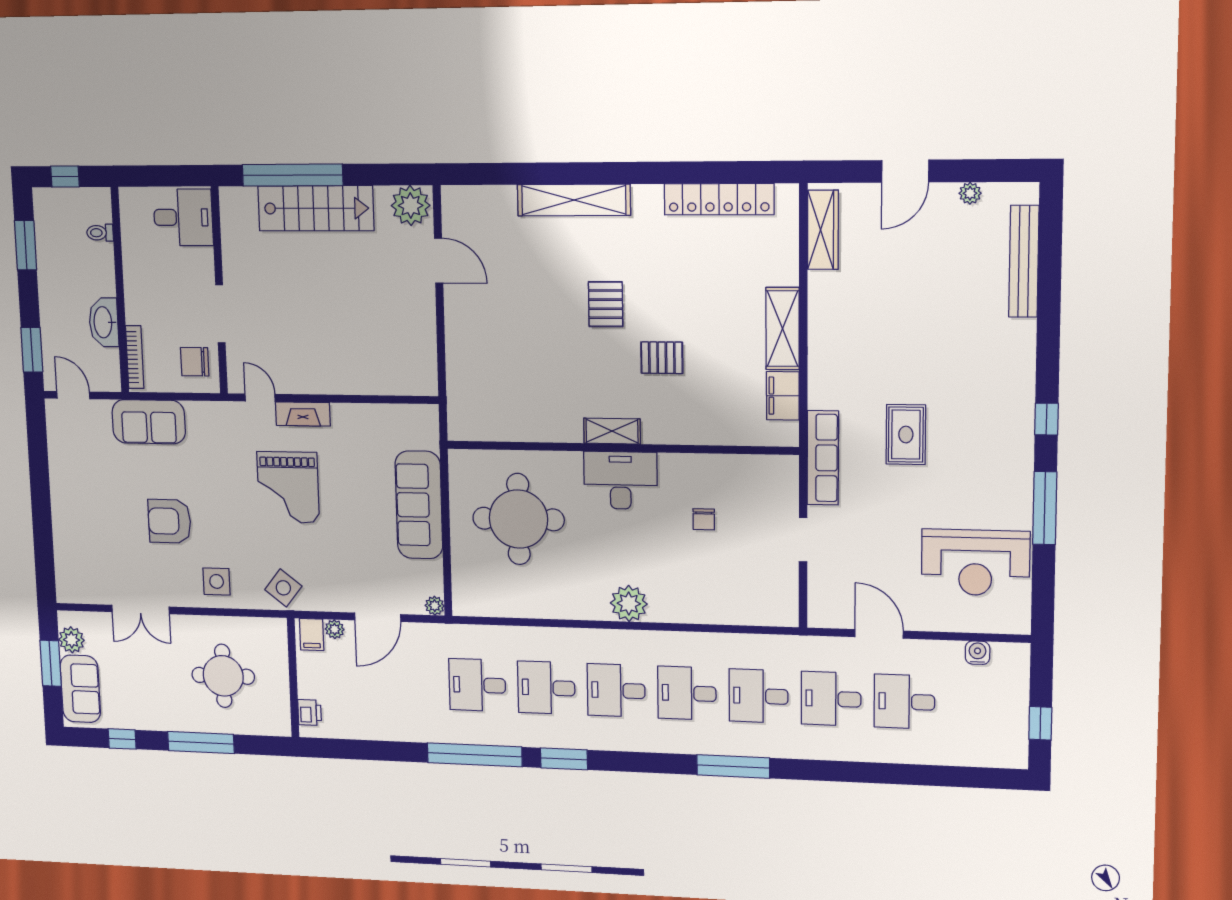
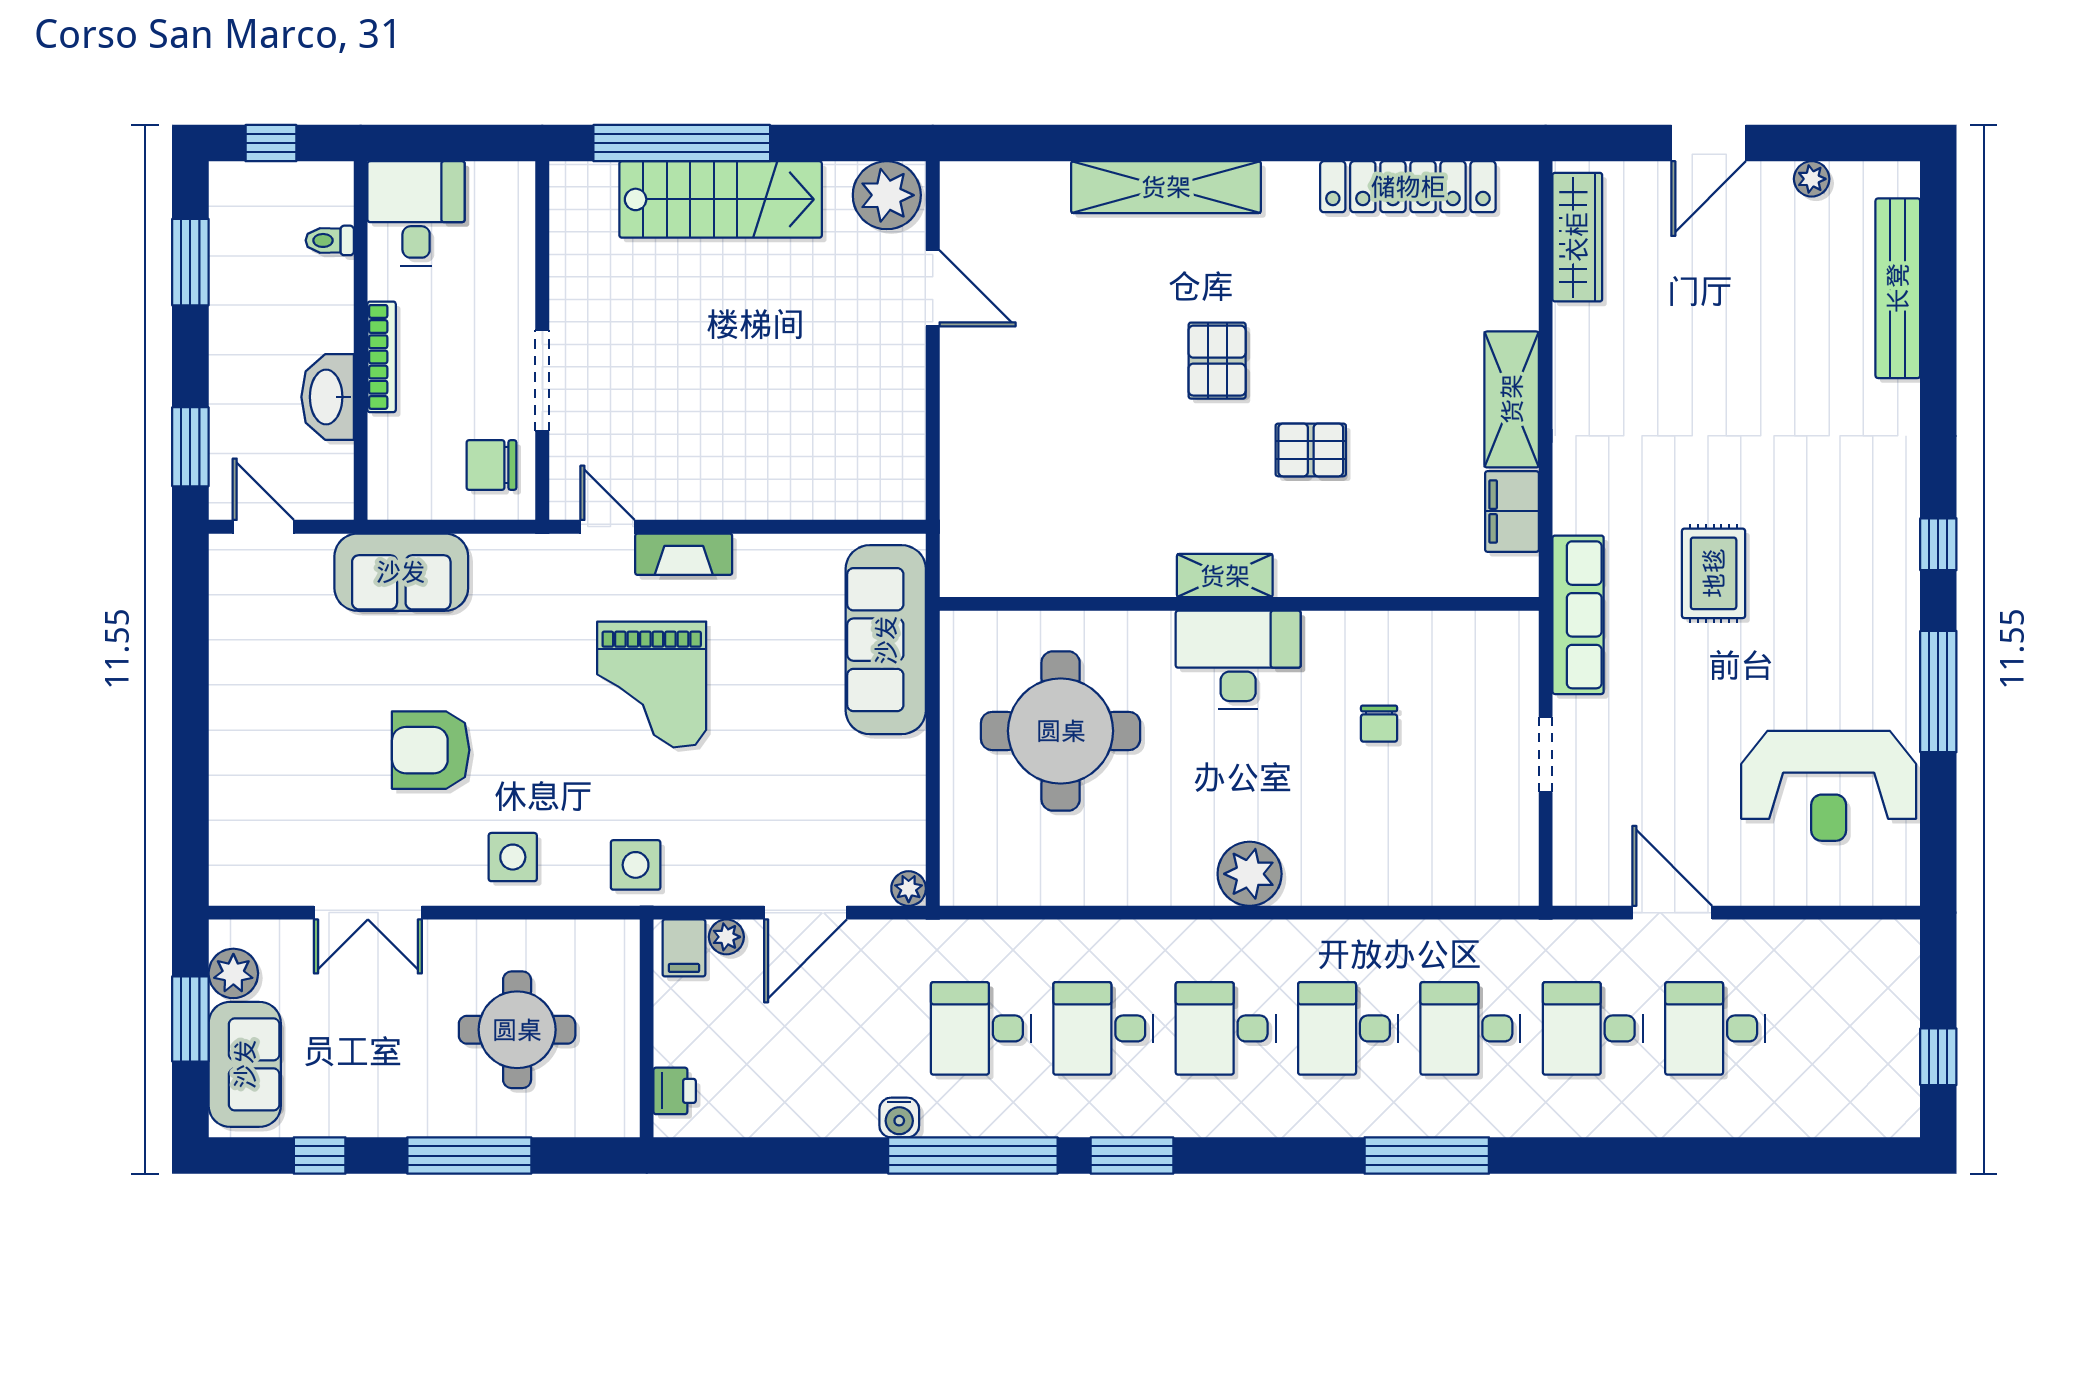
desk: (183, 217) -> (416, 214), moved, turned -90
bookcase: (135, 357) -> (382, 357), moved
sofa: (419, 505) -> (886, 640), moved
side table: (283, 588) -> (636, 865), turned -38
water cooler: (978, 653) -> (899, 1117), moved, turned 180

